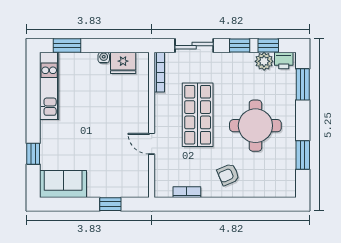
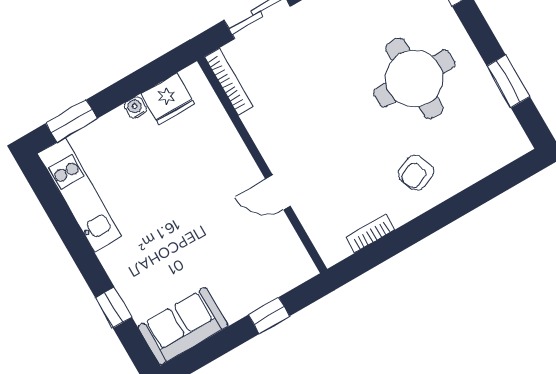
shop shelf: (198, 115) -> (321, 111), removed

